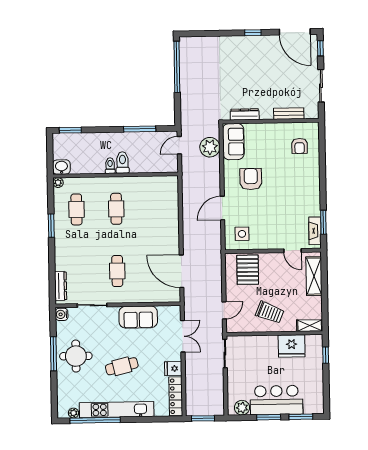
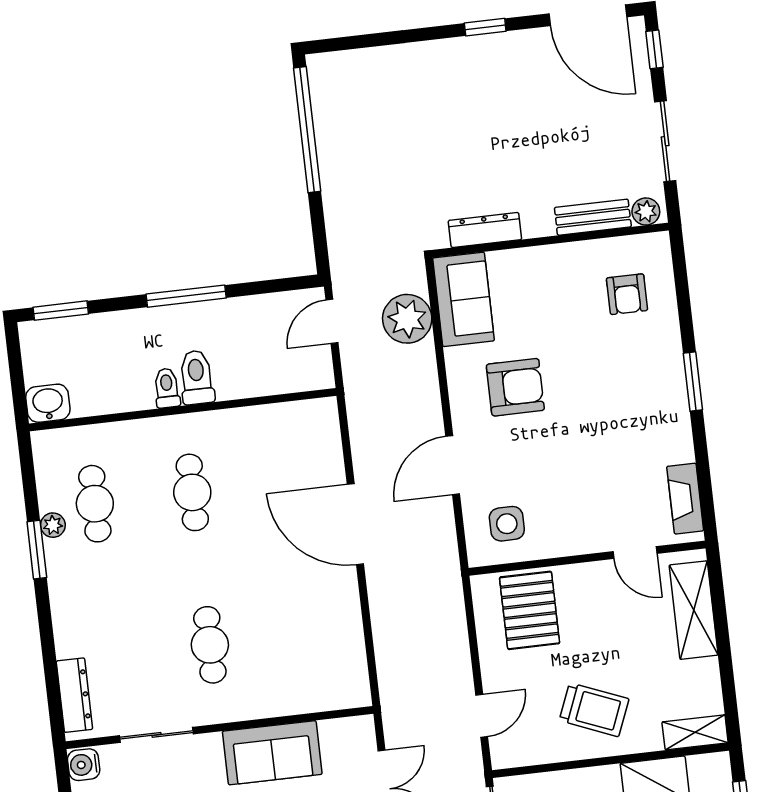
plant: (310, 113) -> (646, 211), added
window: (140, 129) -> (186, 296), moved
armchair: (251, 179) -> (515, 387), turned 90
plant: (58, 183) -> (53, 525), moved
window: (323, 222) -> (693, 382), moved
door: (182, 271) -> (355, 524), moved

